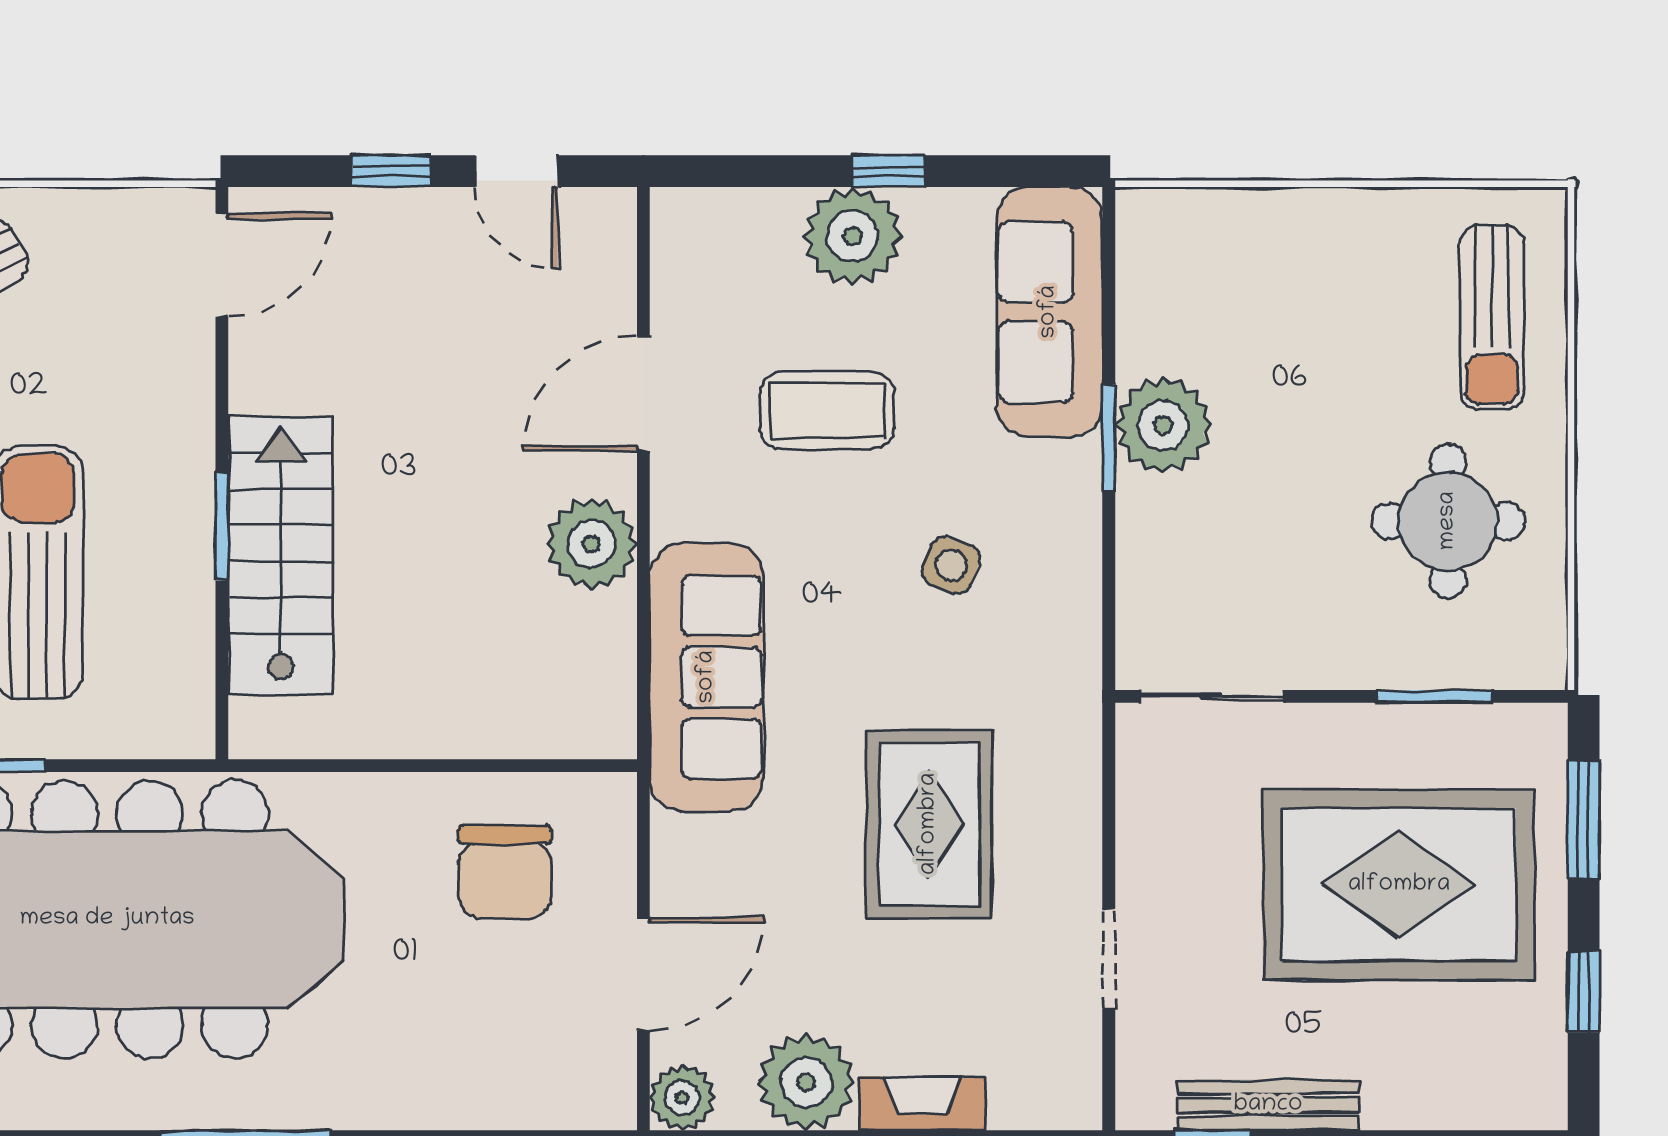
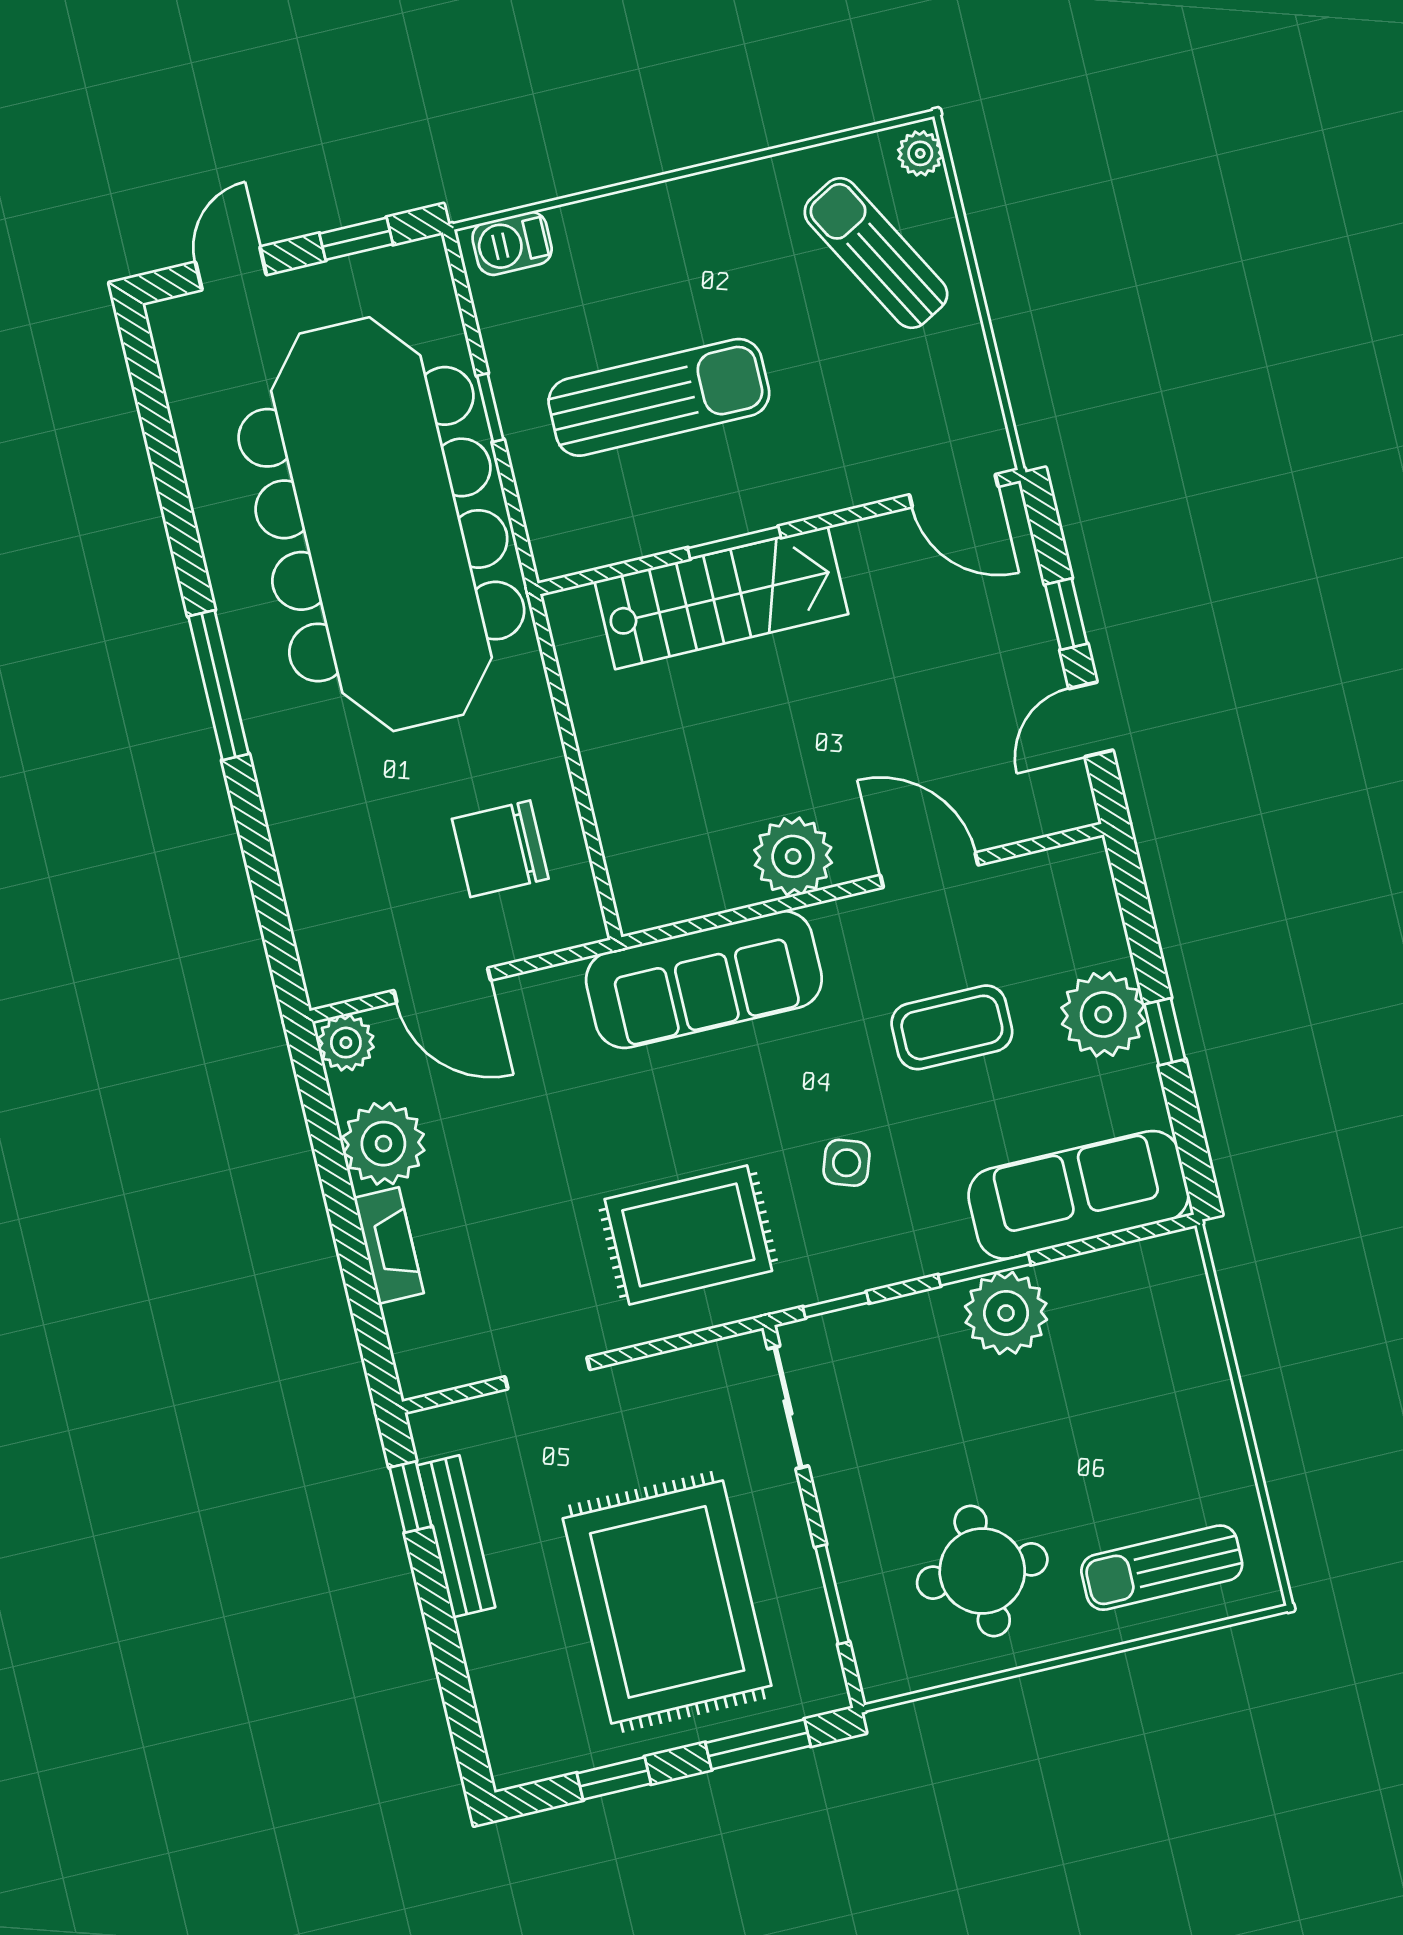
coffee table: (827, 410) -> (952, 1027), turned 90
window: (1109, 615) -> (836, 1305), added
rug: (929, 824) -> (688, 1235), moved

